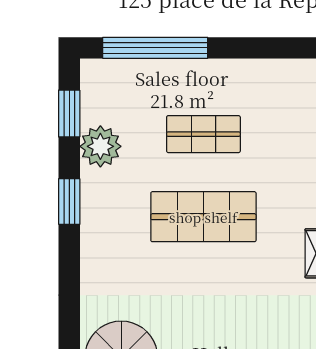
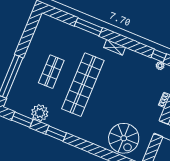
shop shelf: (203, 217) -> (83, 85), width x1.40

